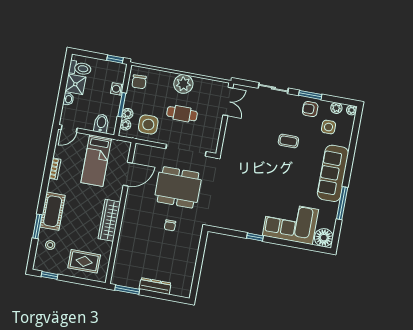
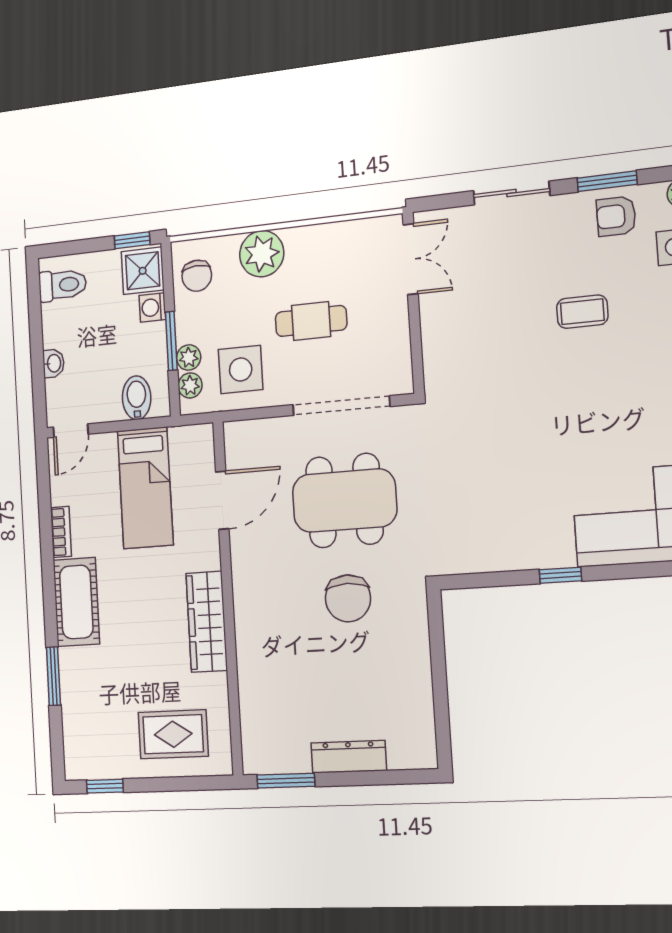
shower: (75, 84) -> (143, 271), moved
plant: (183, 84) -> (262, 254), moved
cot: (53, 211) -> (76, 602), moved
chair: (170, 225) -> (348, 598), width x1.87, depth x1.87
stool: (50, 245) -> (90, 713), removed

